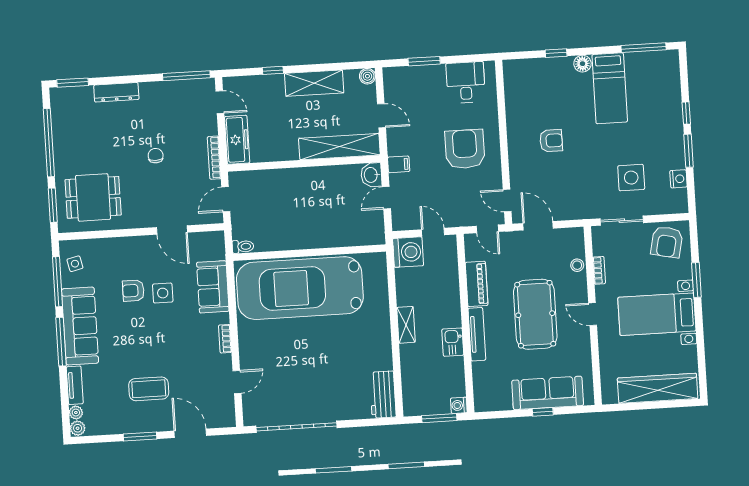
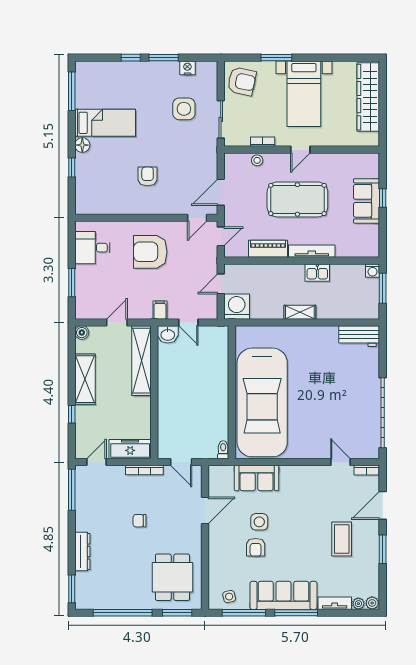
bookcase: (225, 339) -> (367, 470), moved
sofa: (548, 393) -> (366, 201), width x0.73

